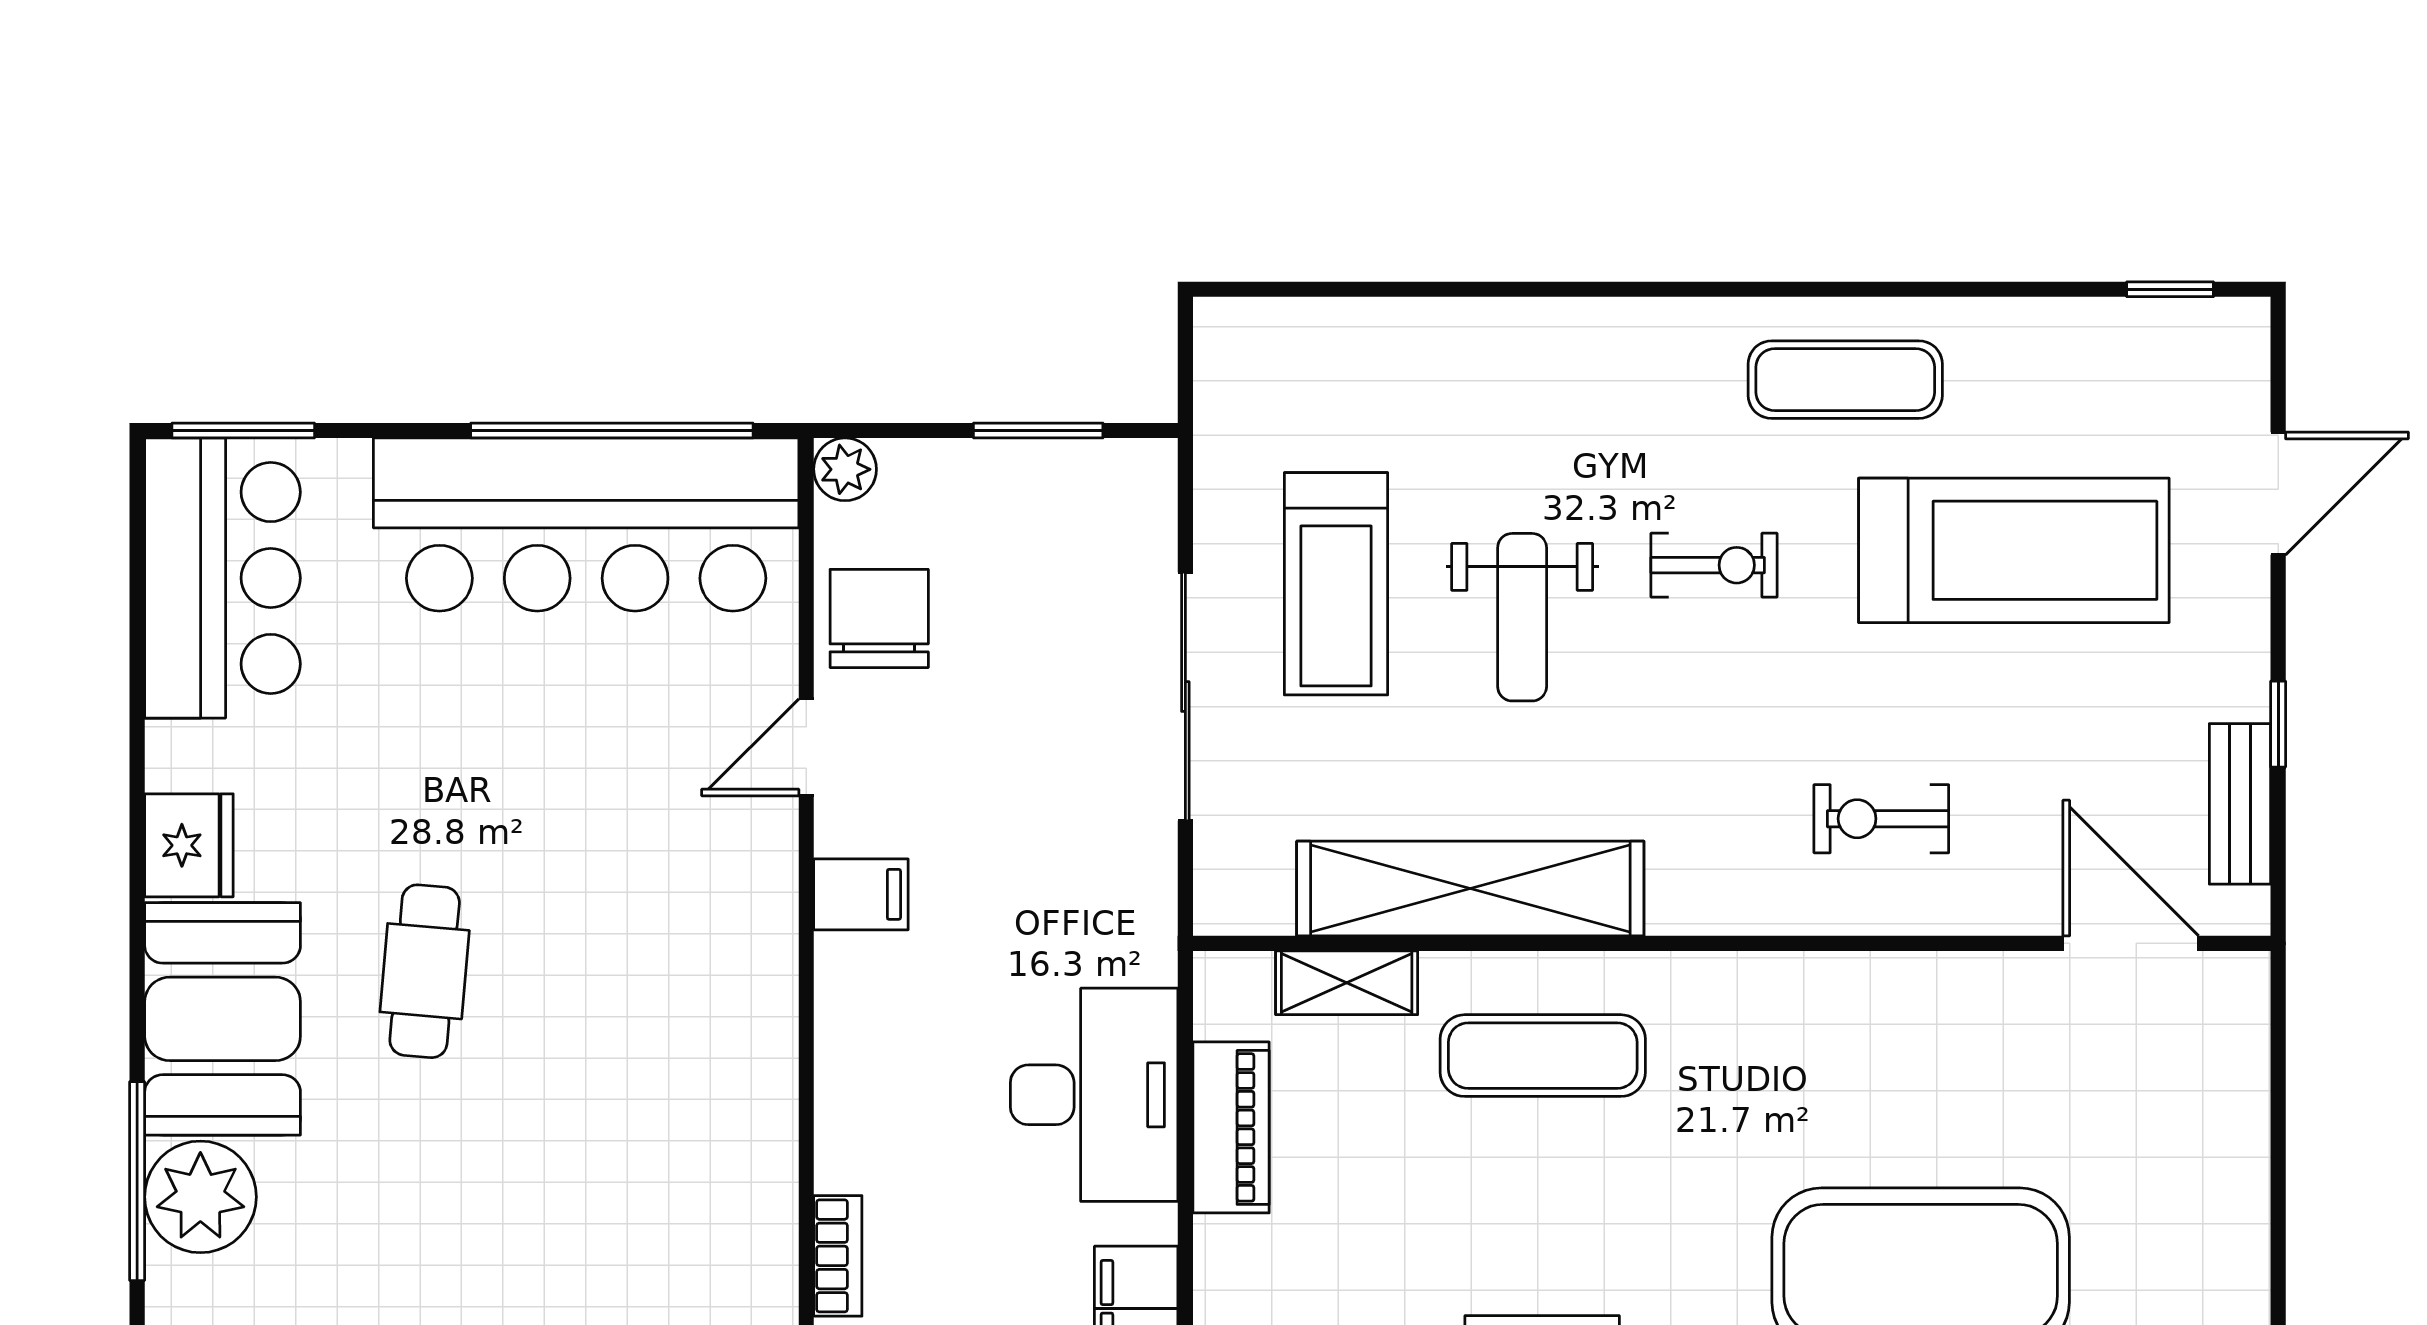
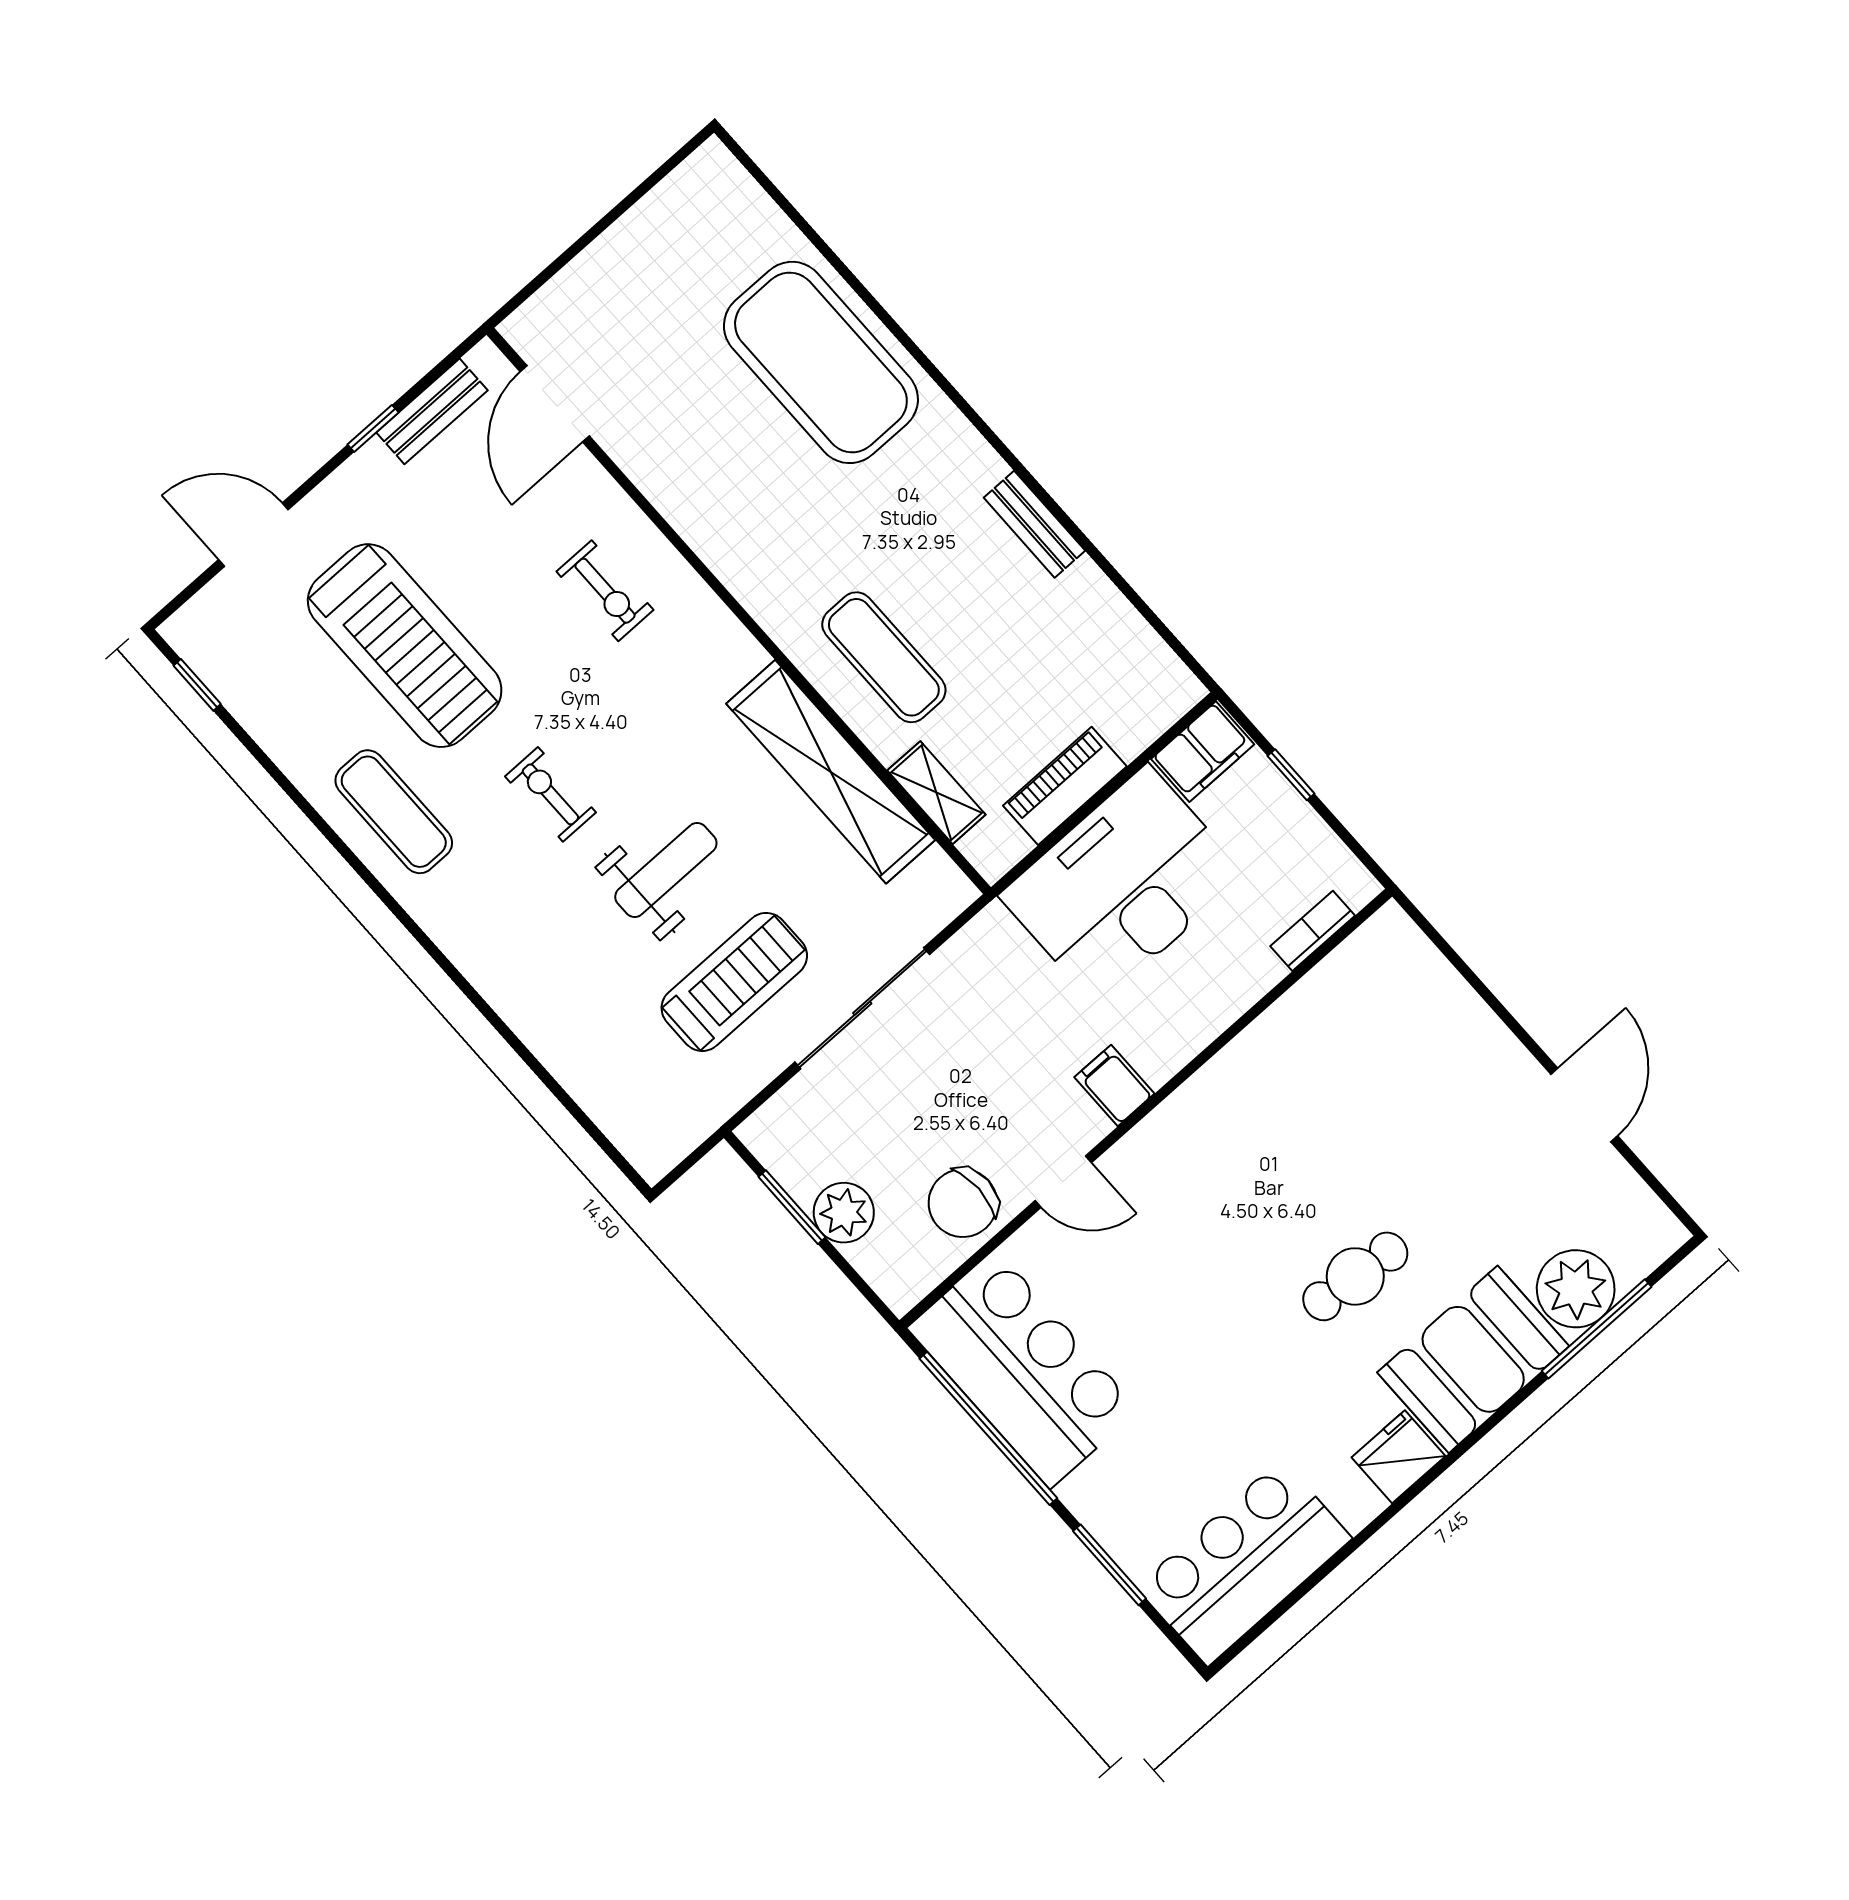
window: (243, 430) -> (1110, 1565), moved
plant: (845, 469) -> (844, 1213), moved, width x1.38, depth x1.38
bar counter: (586, 525) -> (1023, 1369), width x0.73
treadmill: (2014, 550) -> (405, 646), turned 180
desk: (1094, 1095) -> (1123, 885), width x1.36, depth x1.30

